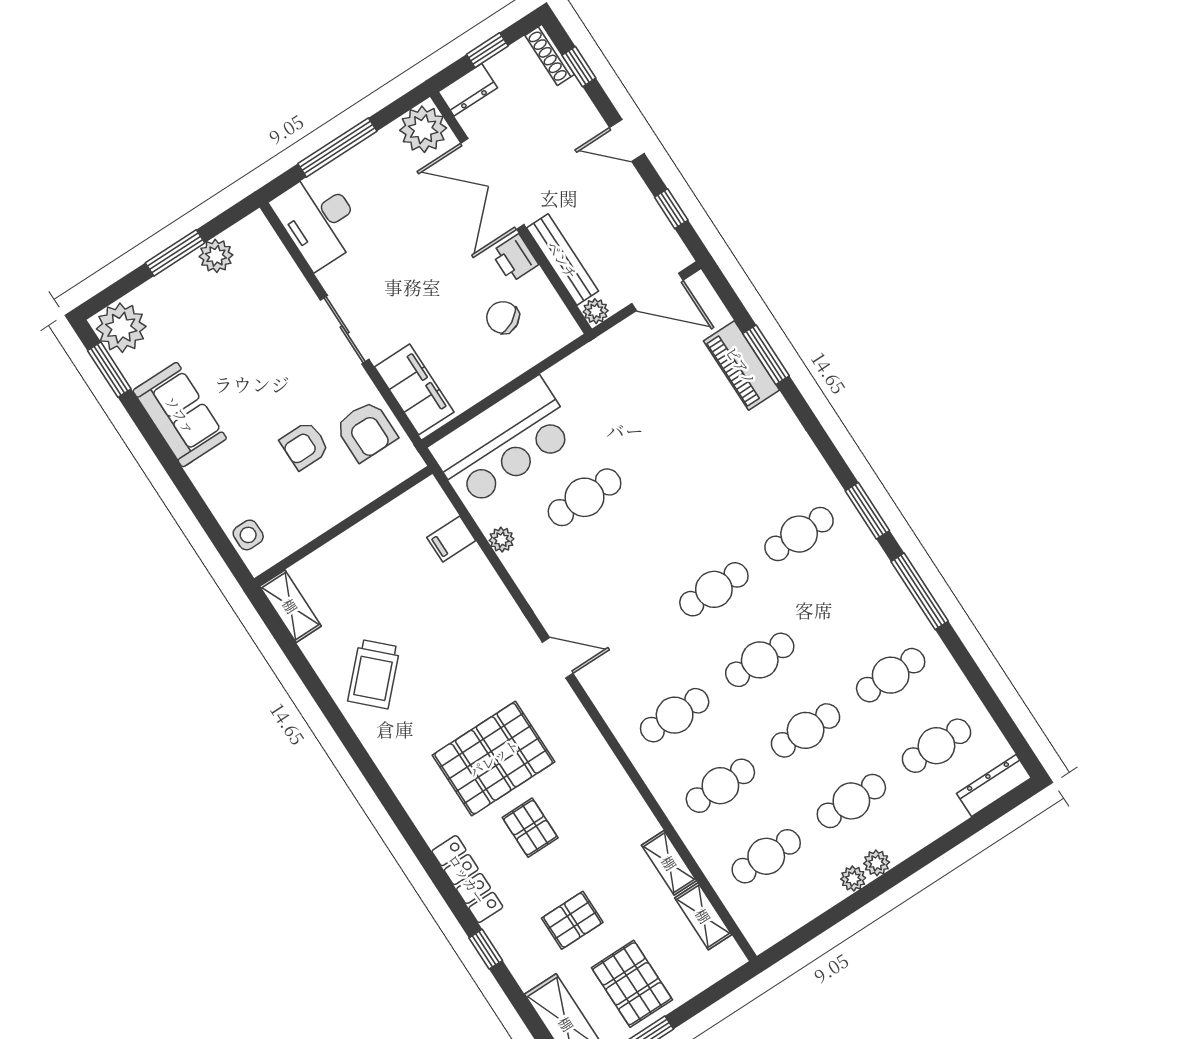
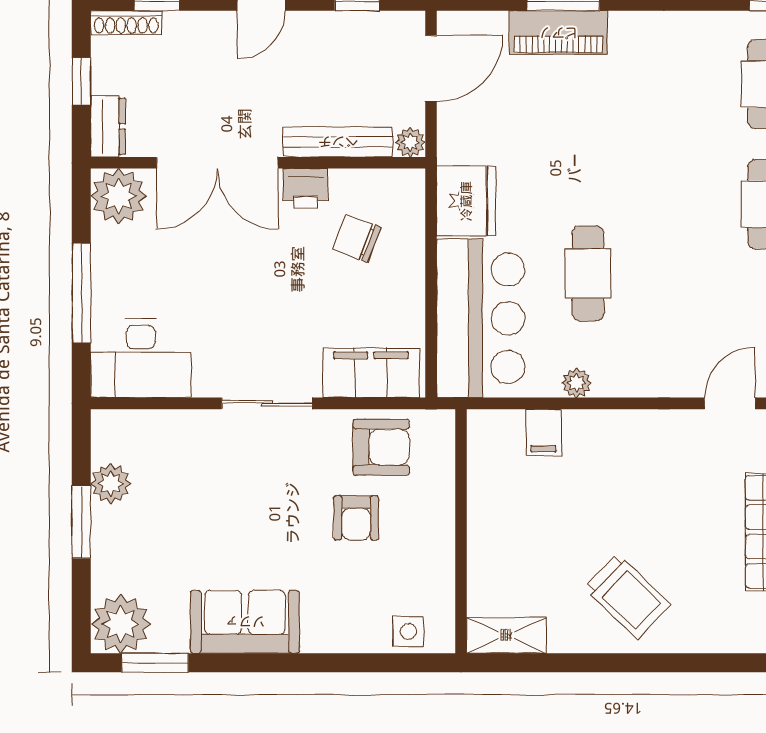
chair: (503, 317) -> (357, 238), turned 50
fridge: (580, 378) -> (466, 201), added

